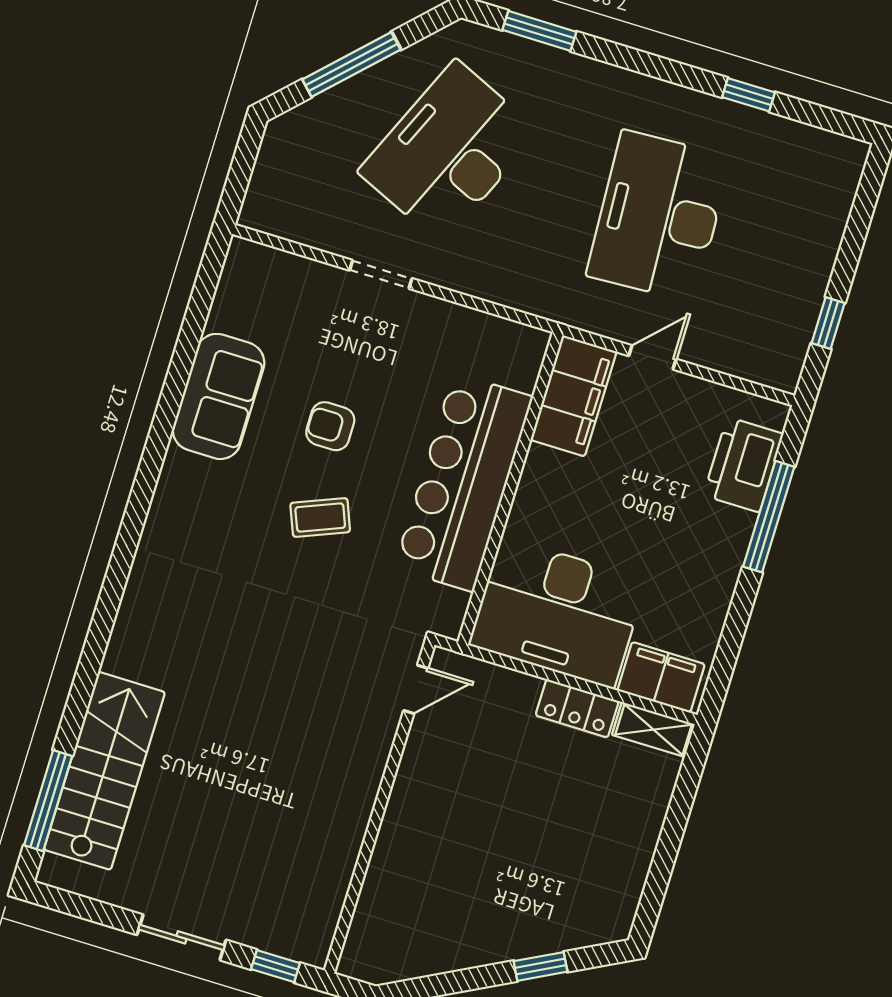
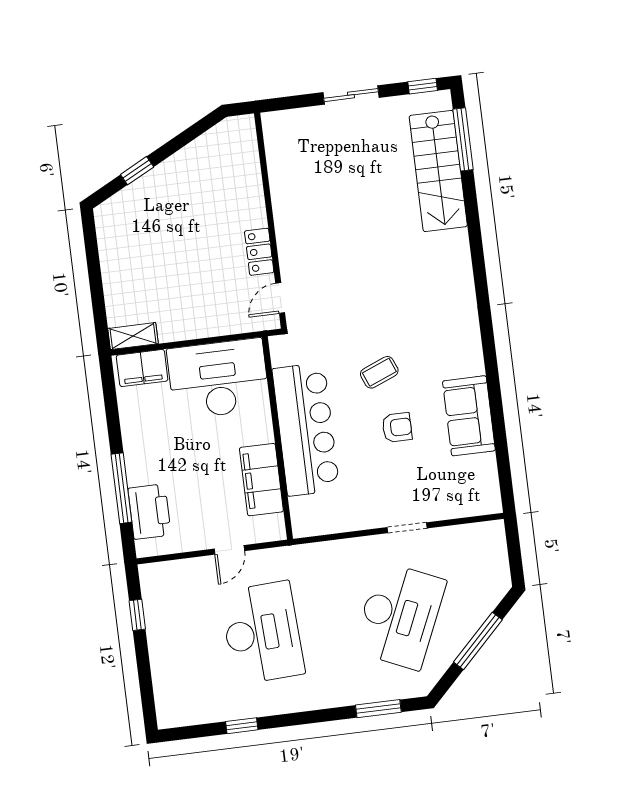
filing cabinet: (574, 396) -> (261, 480), moved
locker: (577, 708) -> (259, 252), moved, turned -90
window: (275, 966) -> (423, 86), moved

